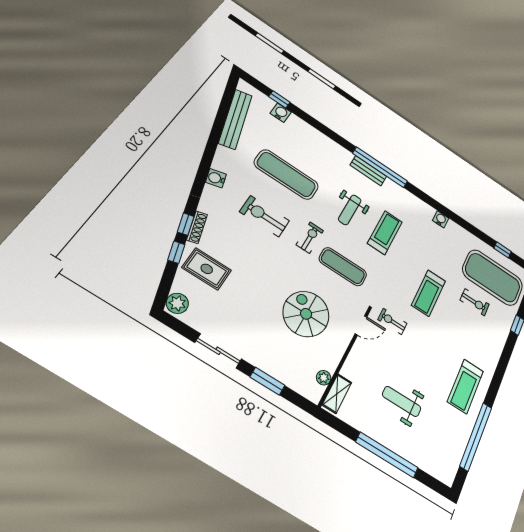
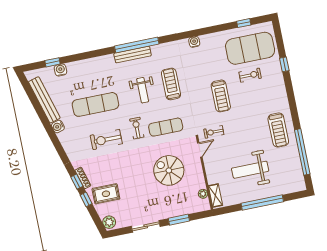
bench: (368, 171) -> (133, 55), width x1.36
water cooler: (216, 178) -> (58, 127), moved
weight bench: (402, 401) -> (250, 170), width x1.36, depth x1.33

